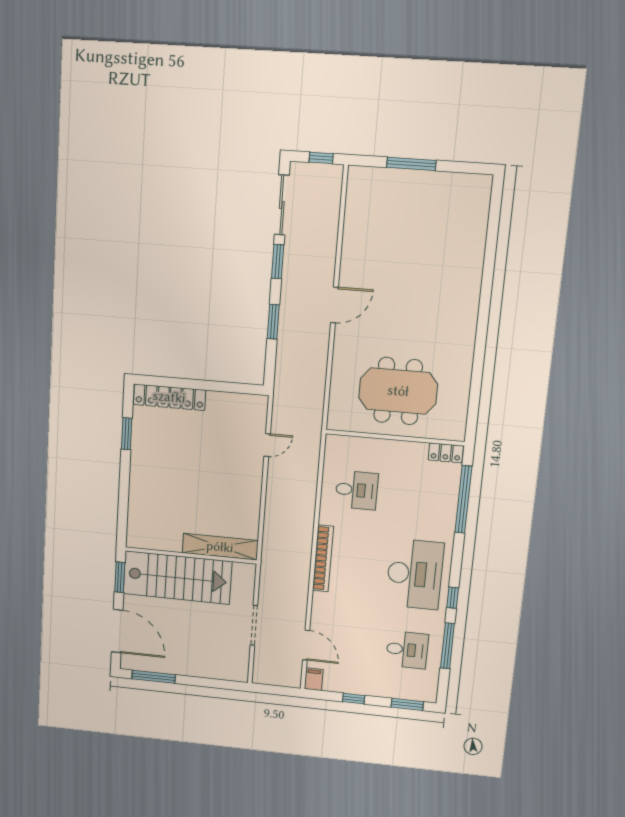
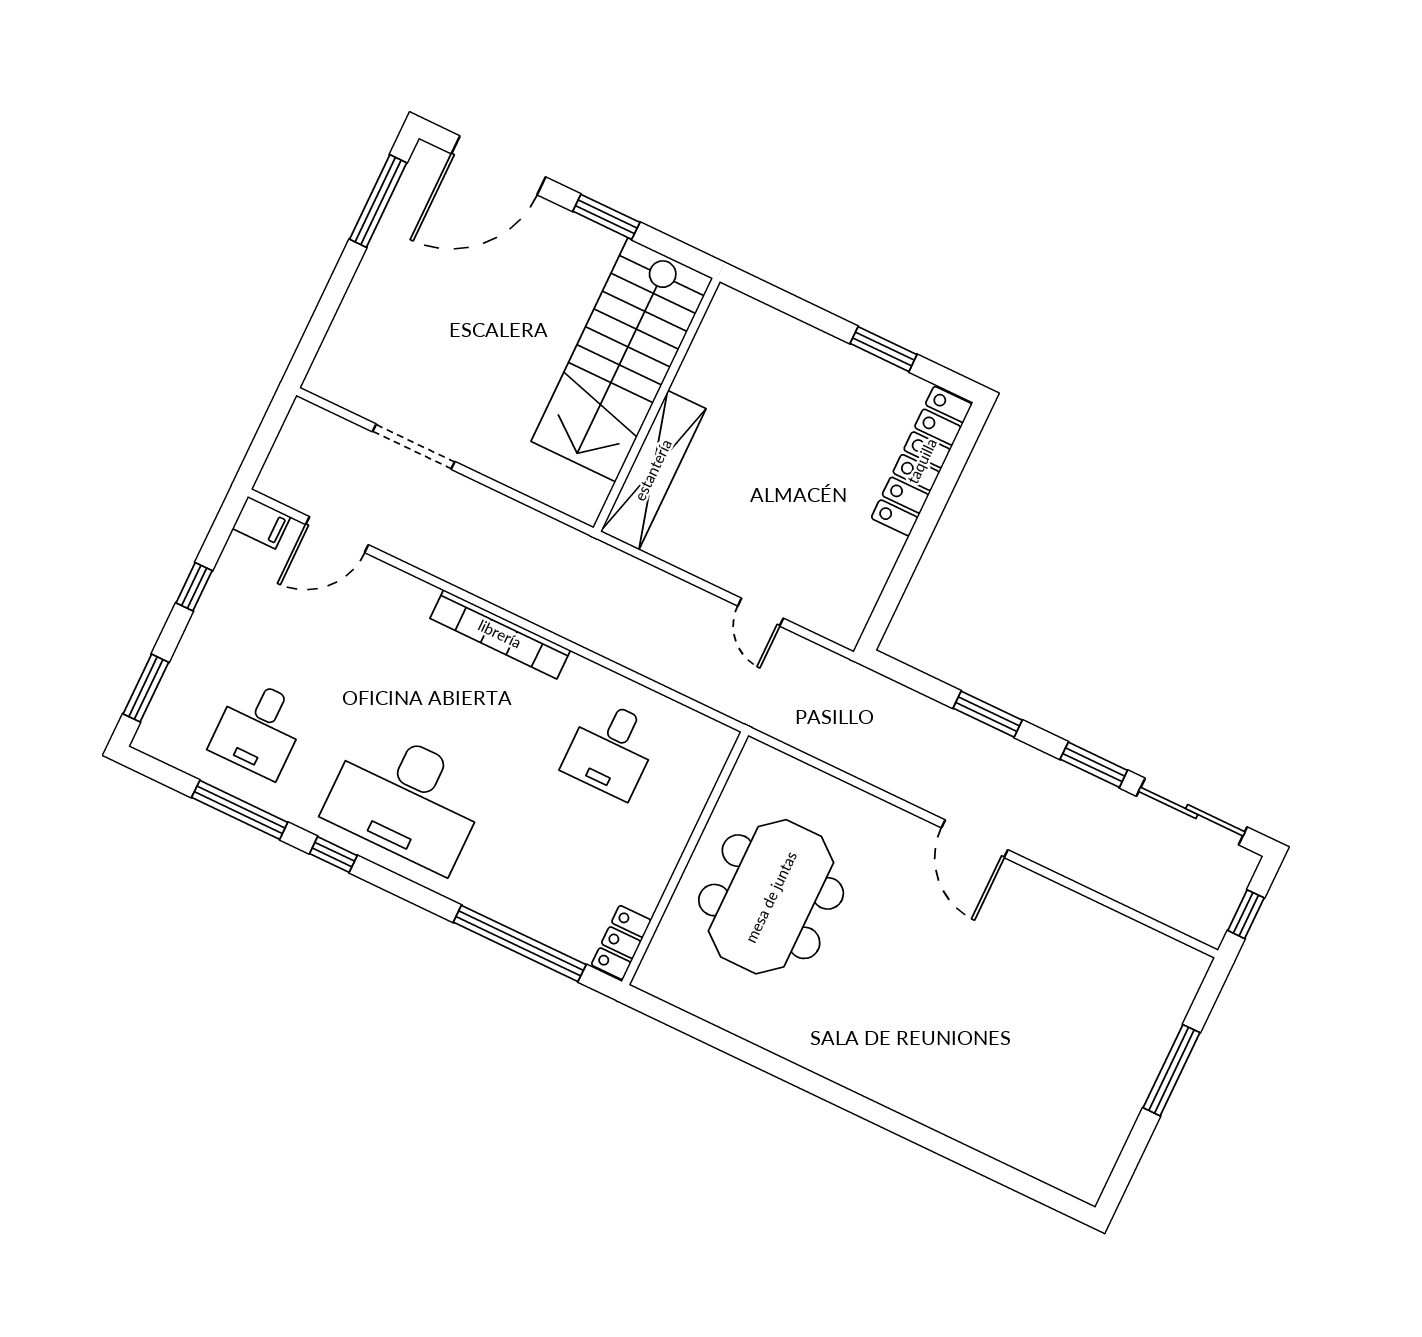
shelving: (220, 547) -> (653, 470), moved
wall: (191, 555) -> (657, 405), moved
stairs: (177, 578) -> (622, 360), moved

